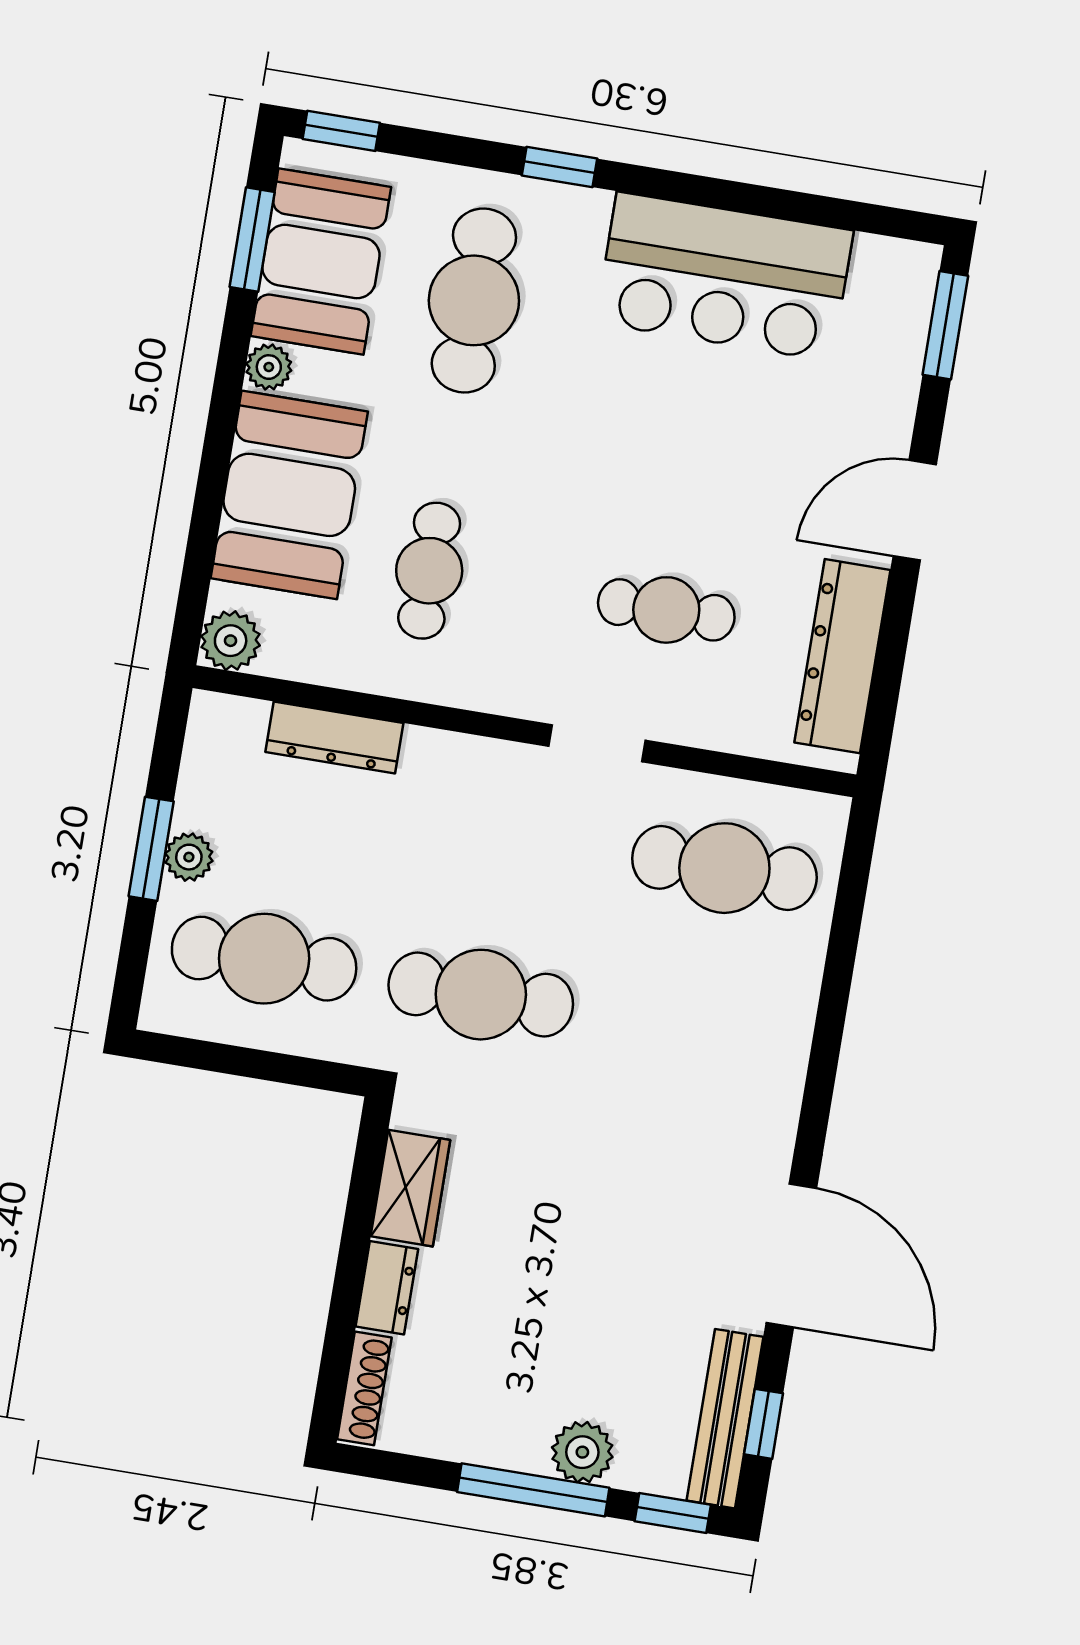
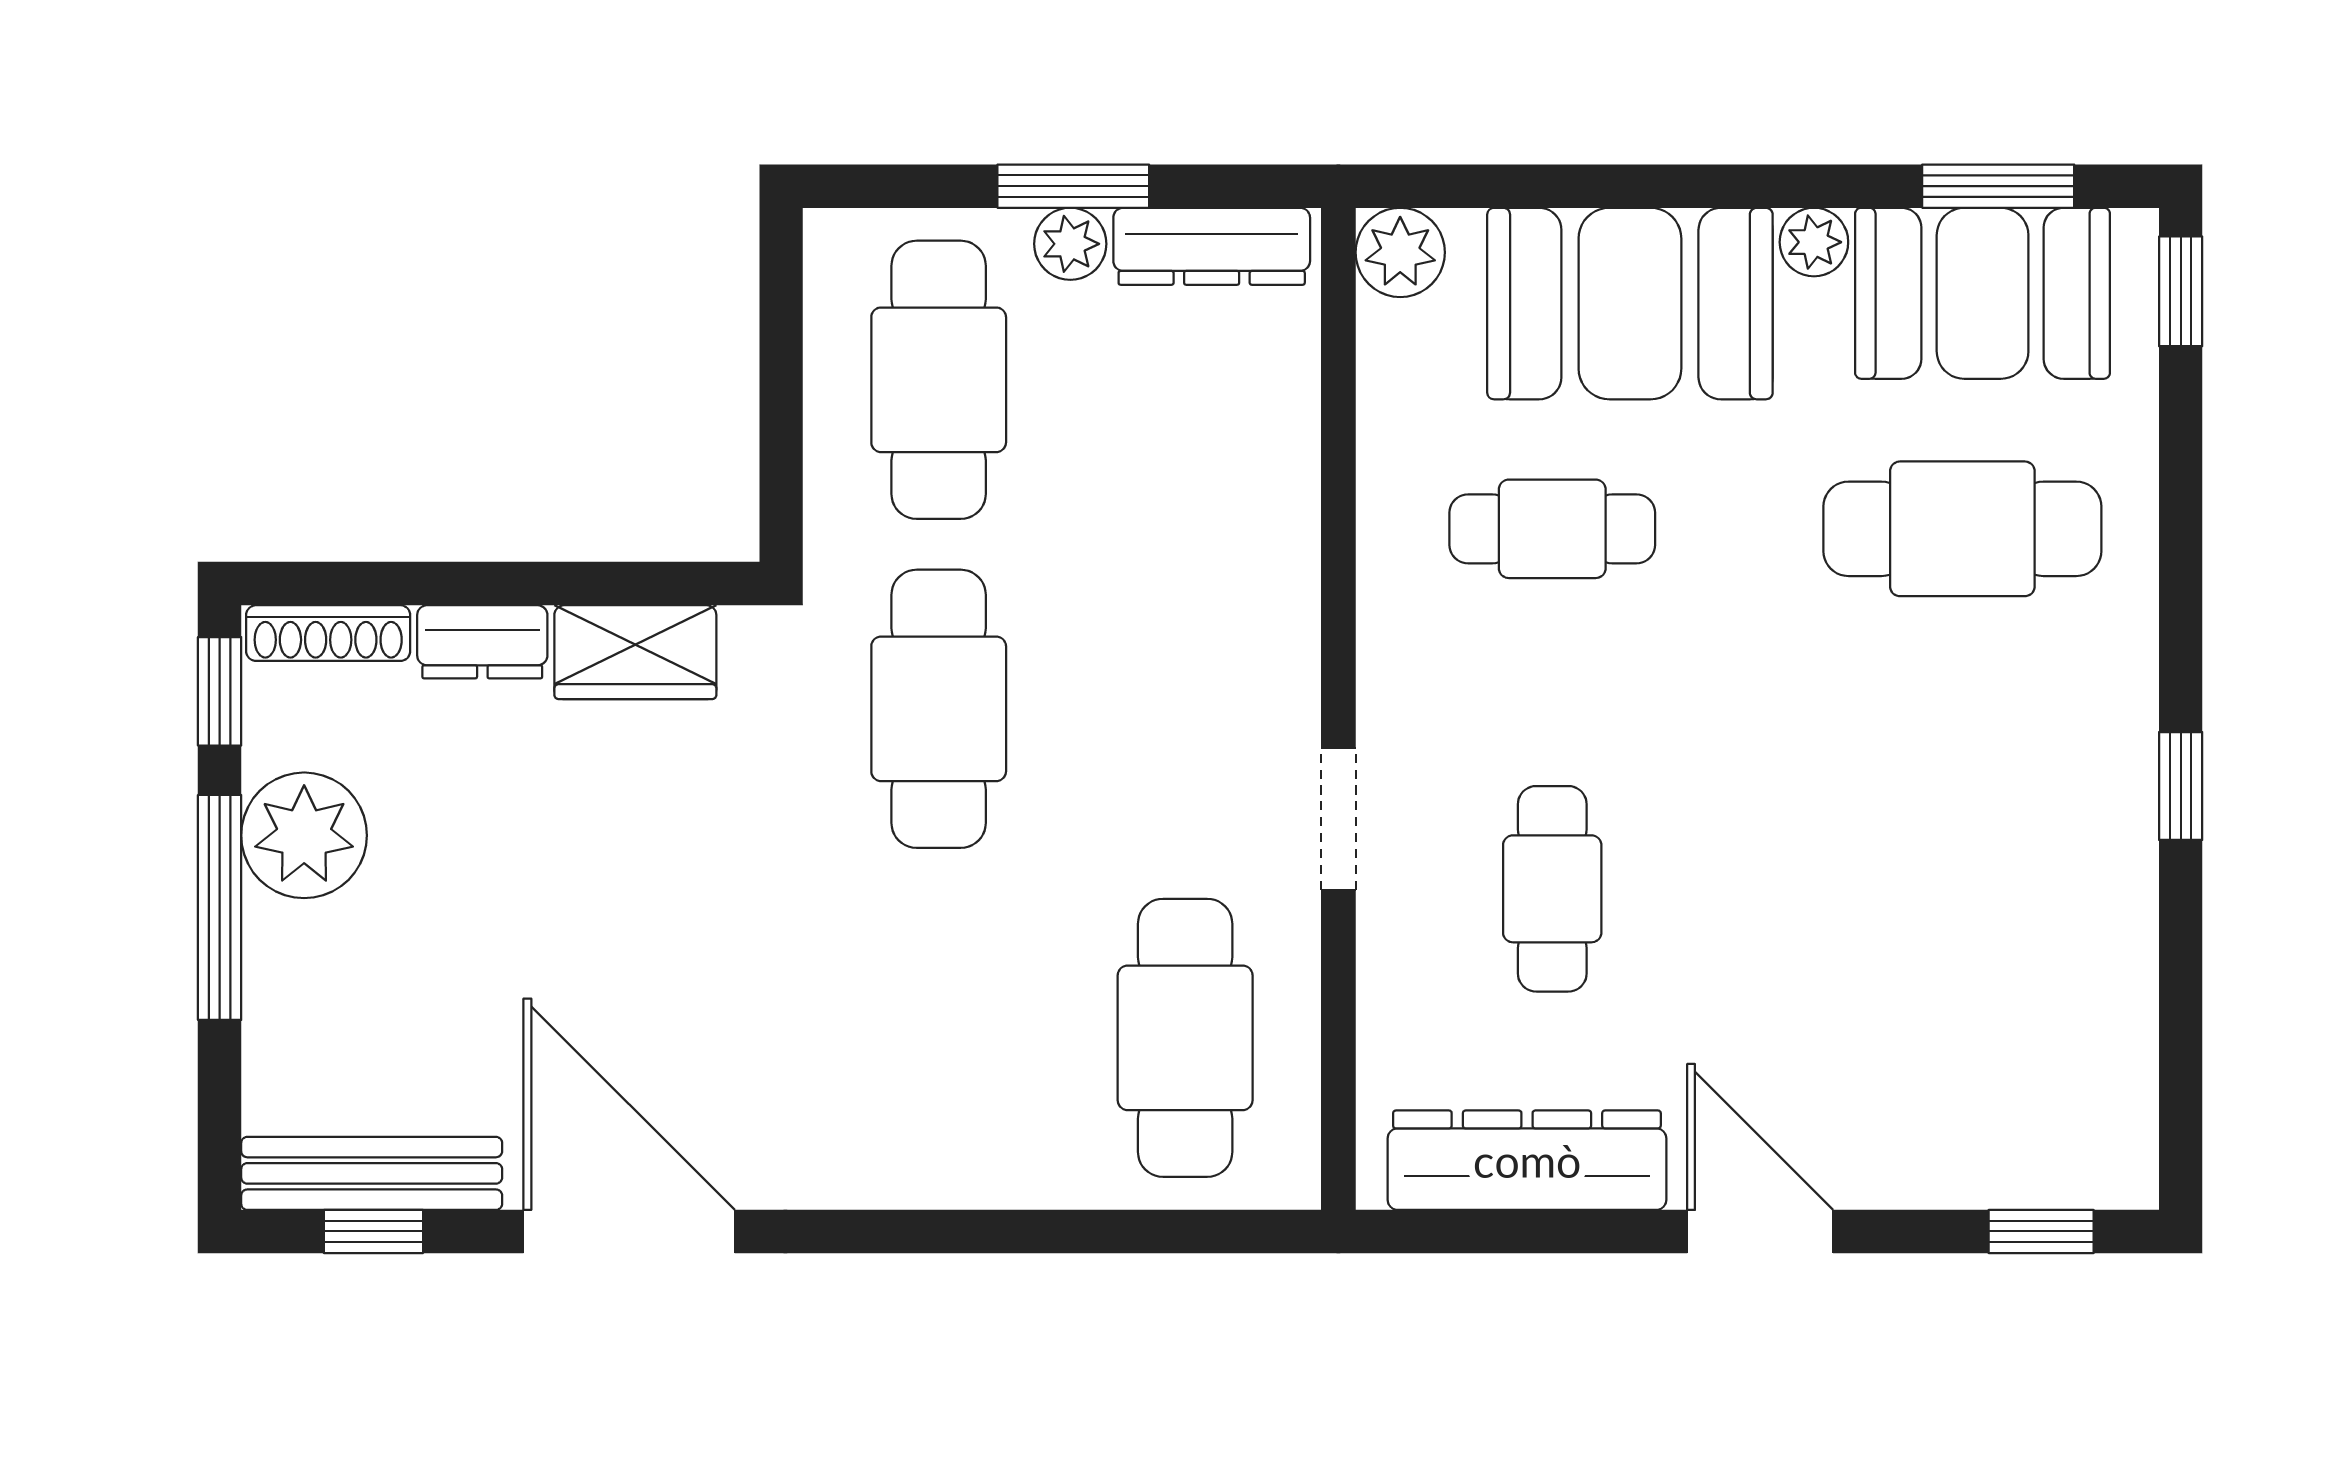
window: (560, 167) -> (2181, 786), moved
bar counter: (724, 276) -> (2059, 893), removed
window: (945, 325) -> (2041, 1231), width x0.67
dresser: (334, 737) -> (1212, 246), moved, turned -90
door: (791, 1255) -> (629, 1231), swing flipped
plant: (582, 1452) -> (304, 835), moved, width x1.36, depth x1.36
window: (673, 1513) -> (220, 691), moved

